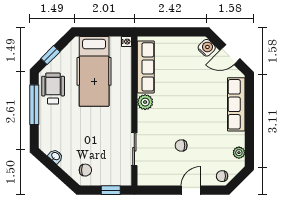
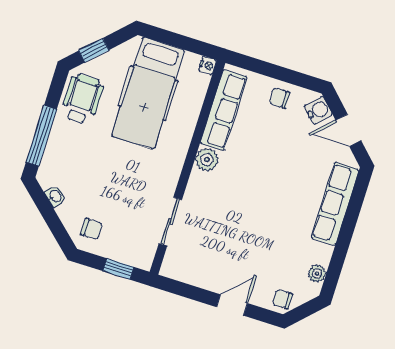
window: (34, 105) -> (41, 136), moved
chair: (181, 145) -> (279, 98), moved

